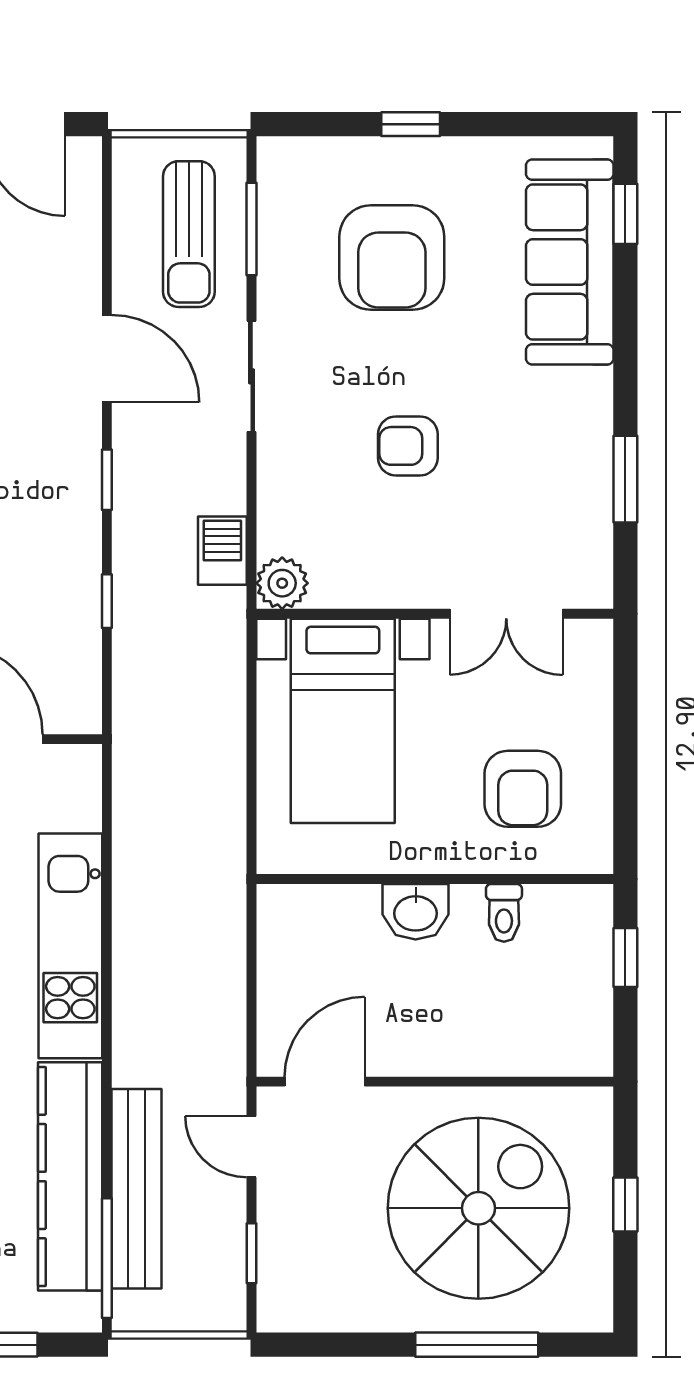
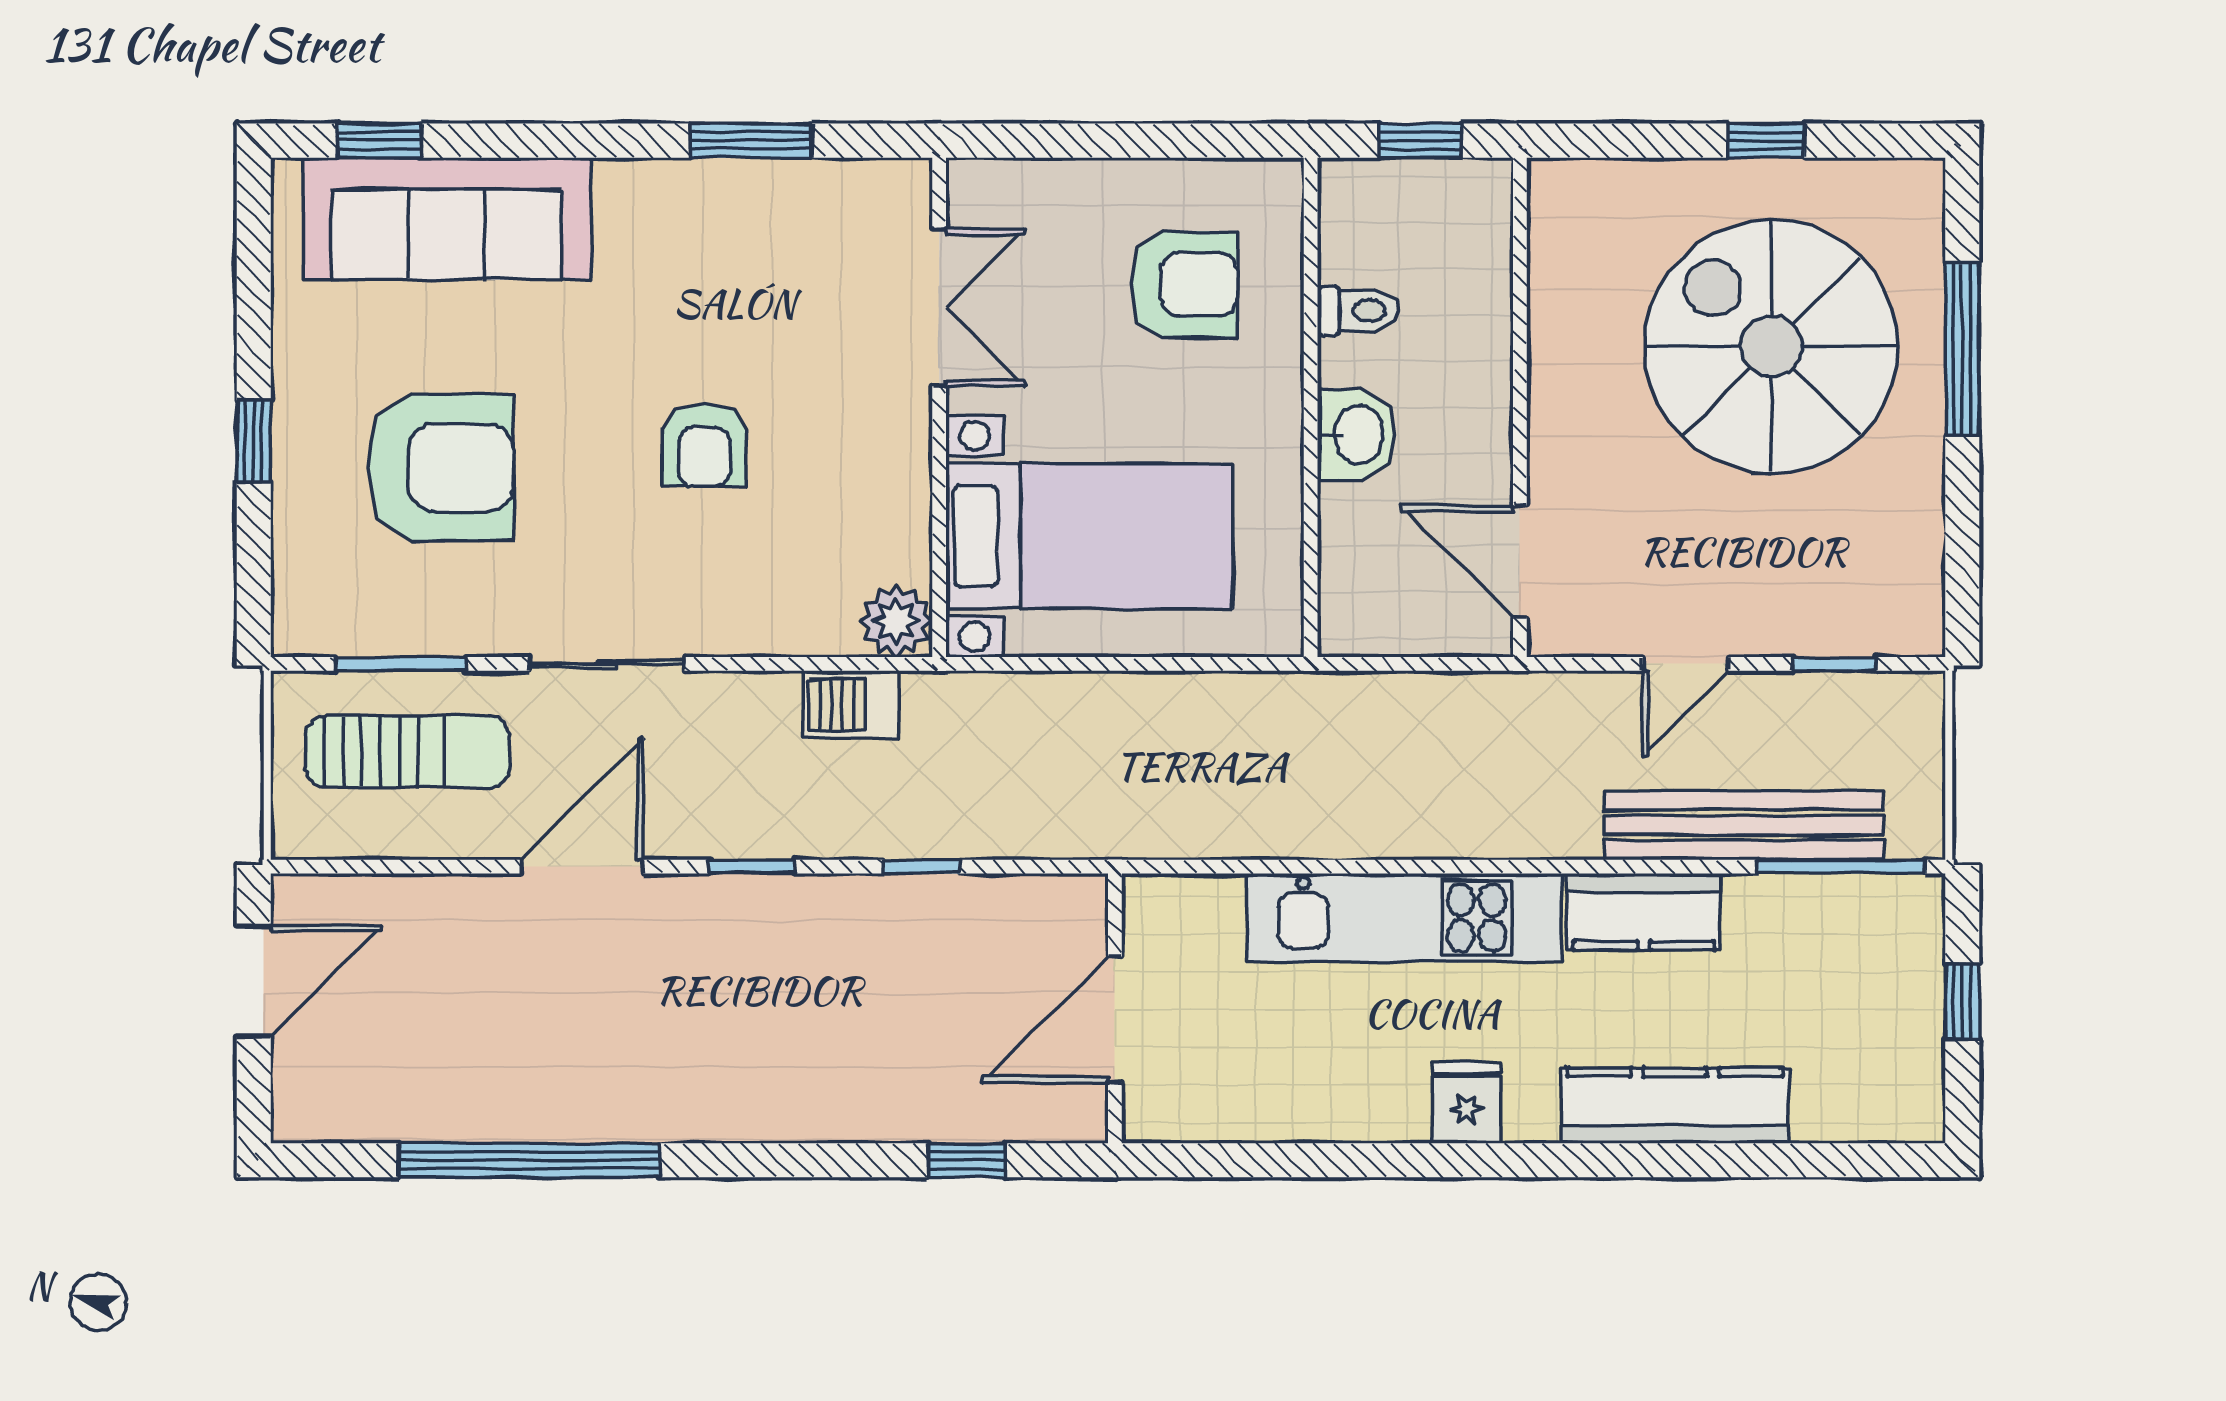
door: (325, 1082) -> (1520, 562), moved
wall: (435, 1082) -> (1520, 407), moved
kitchen counter: (70, 1176) -> (1644, 912), width x0.48, depth x0.86

